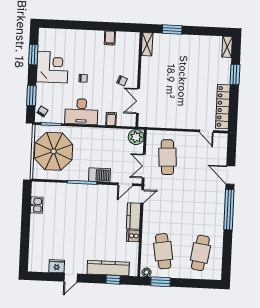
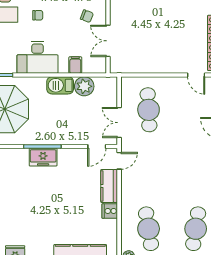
plant: (136, 137) -> (84, 86), moved
barbecue: (99, 175) -> (60, 85), moved, turned 180
freezer: (82, 191) -> (43, 157), added

